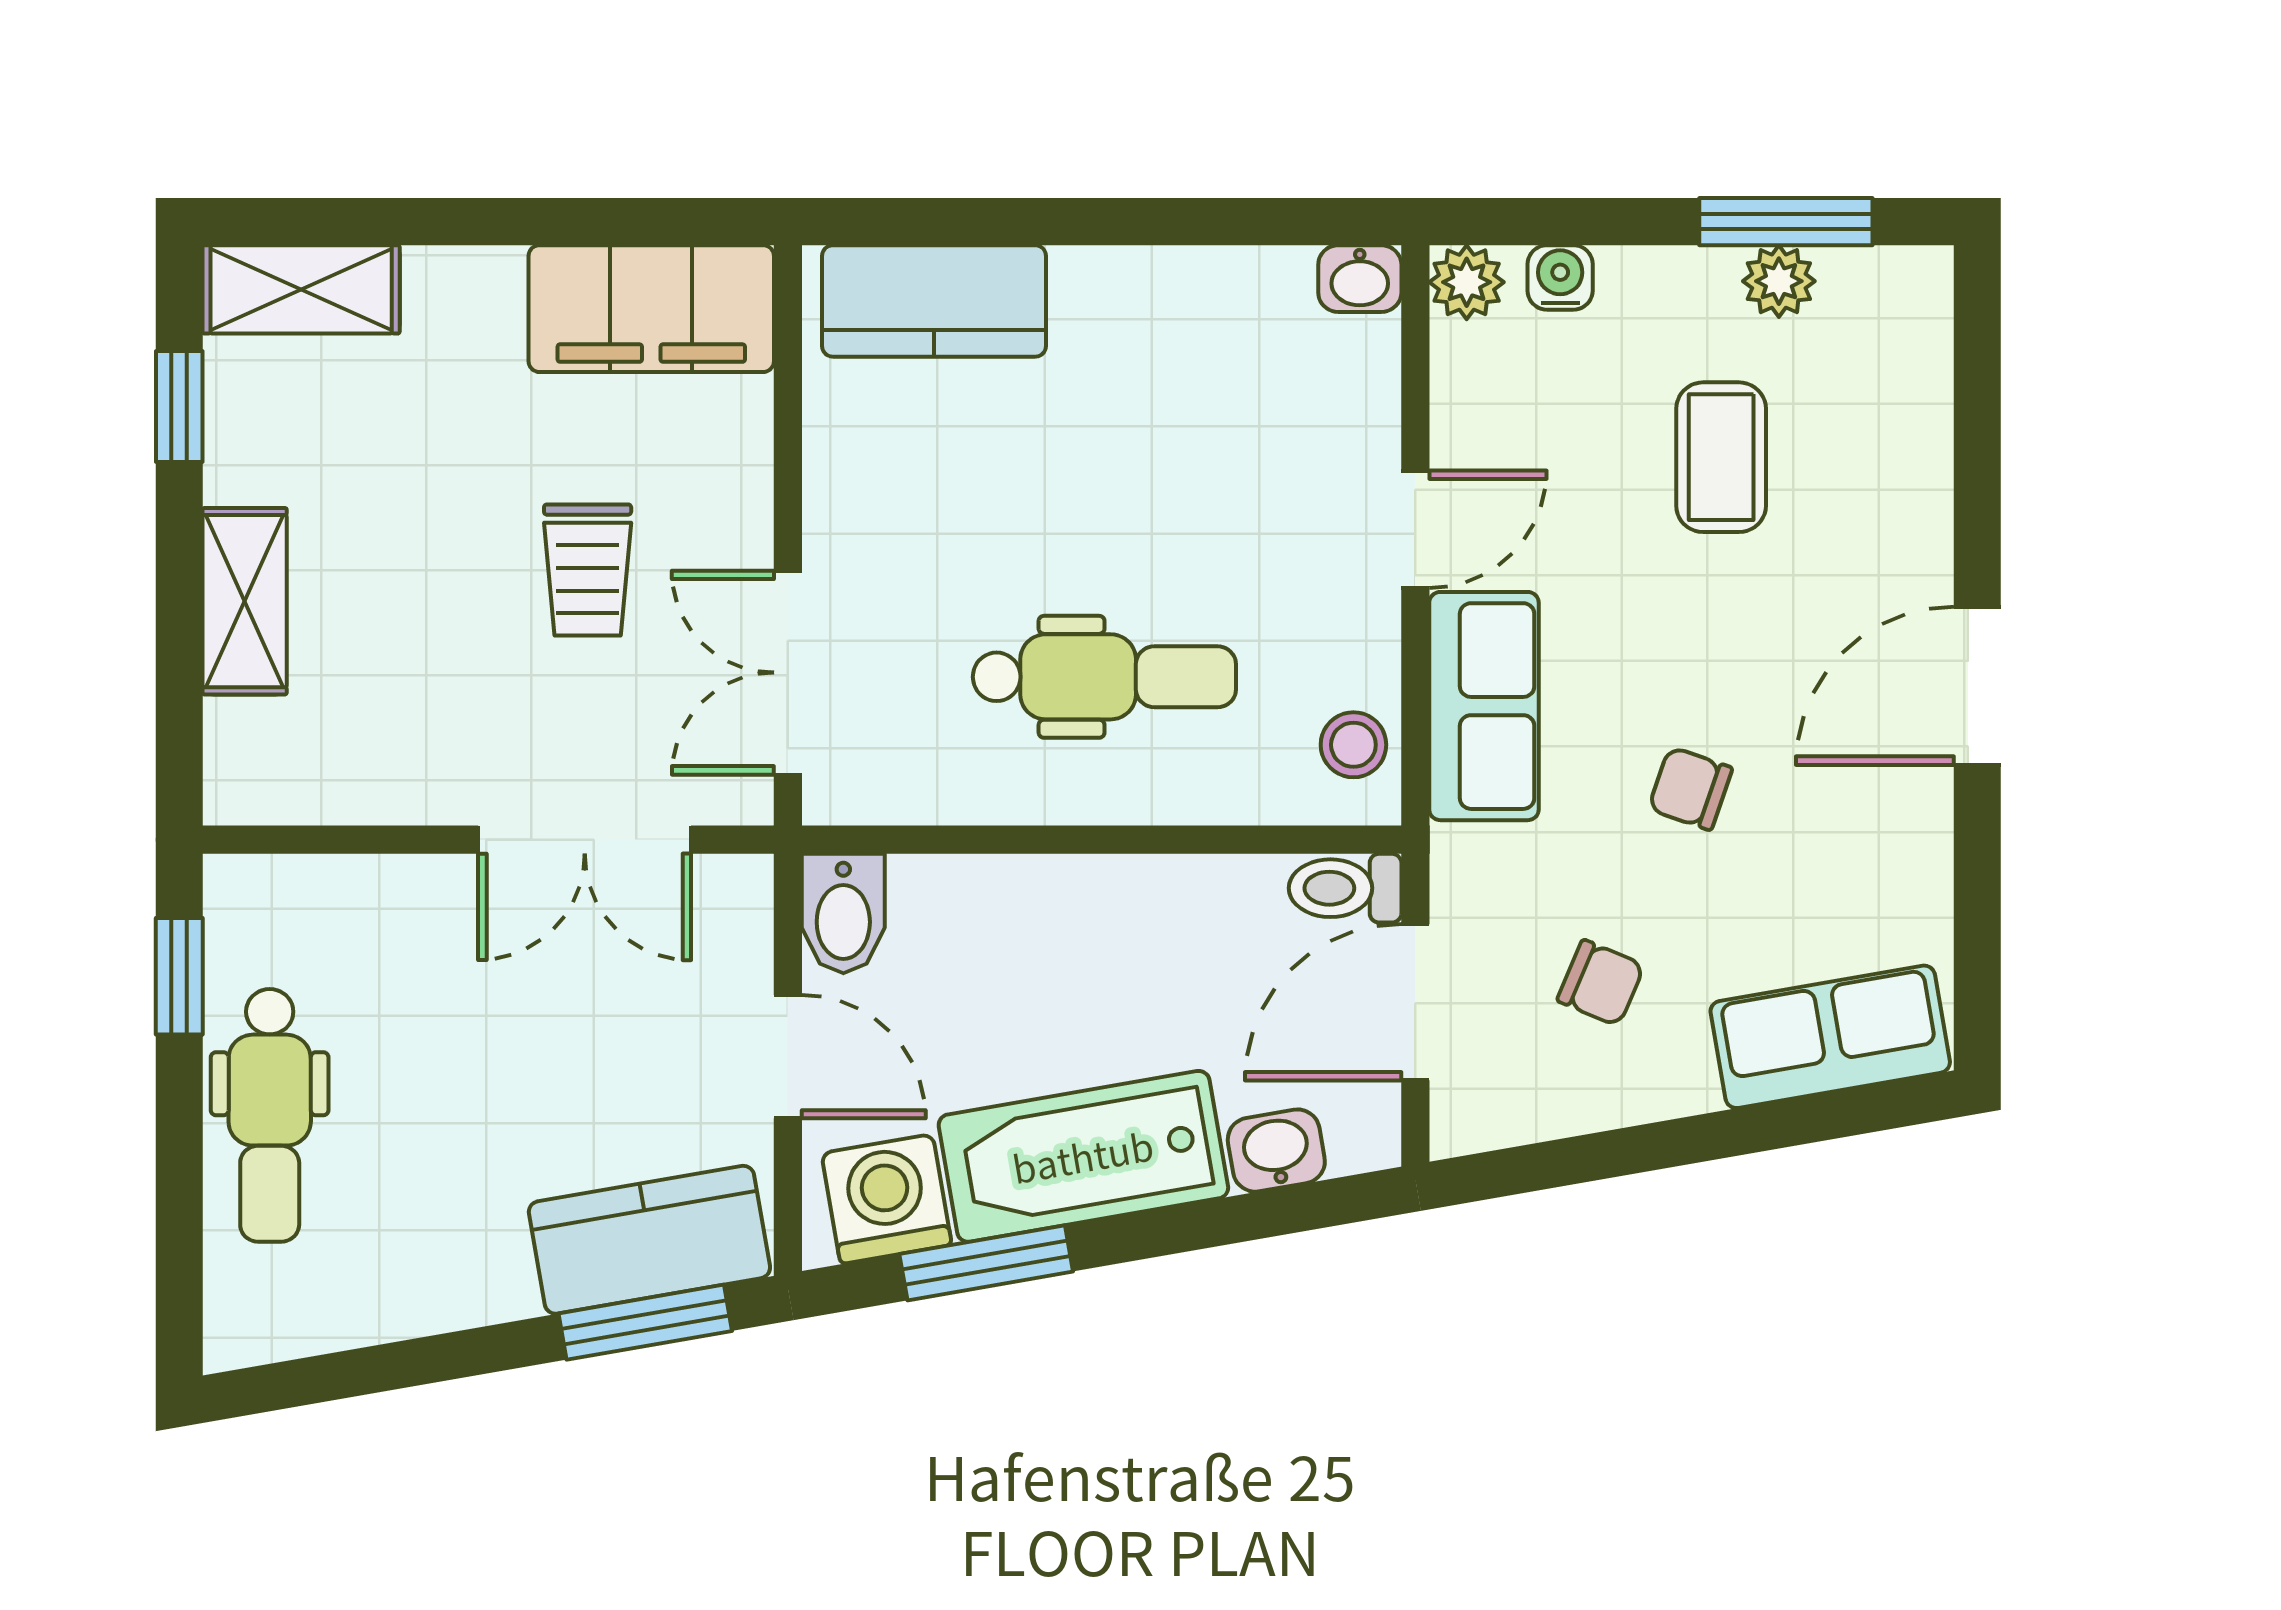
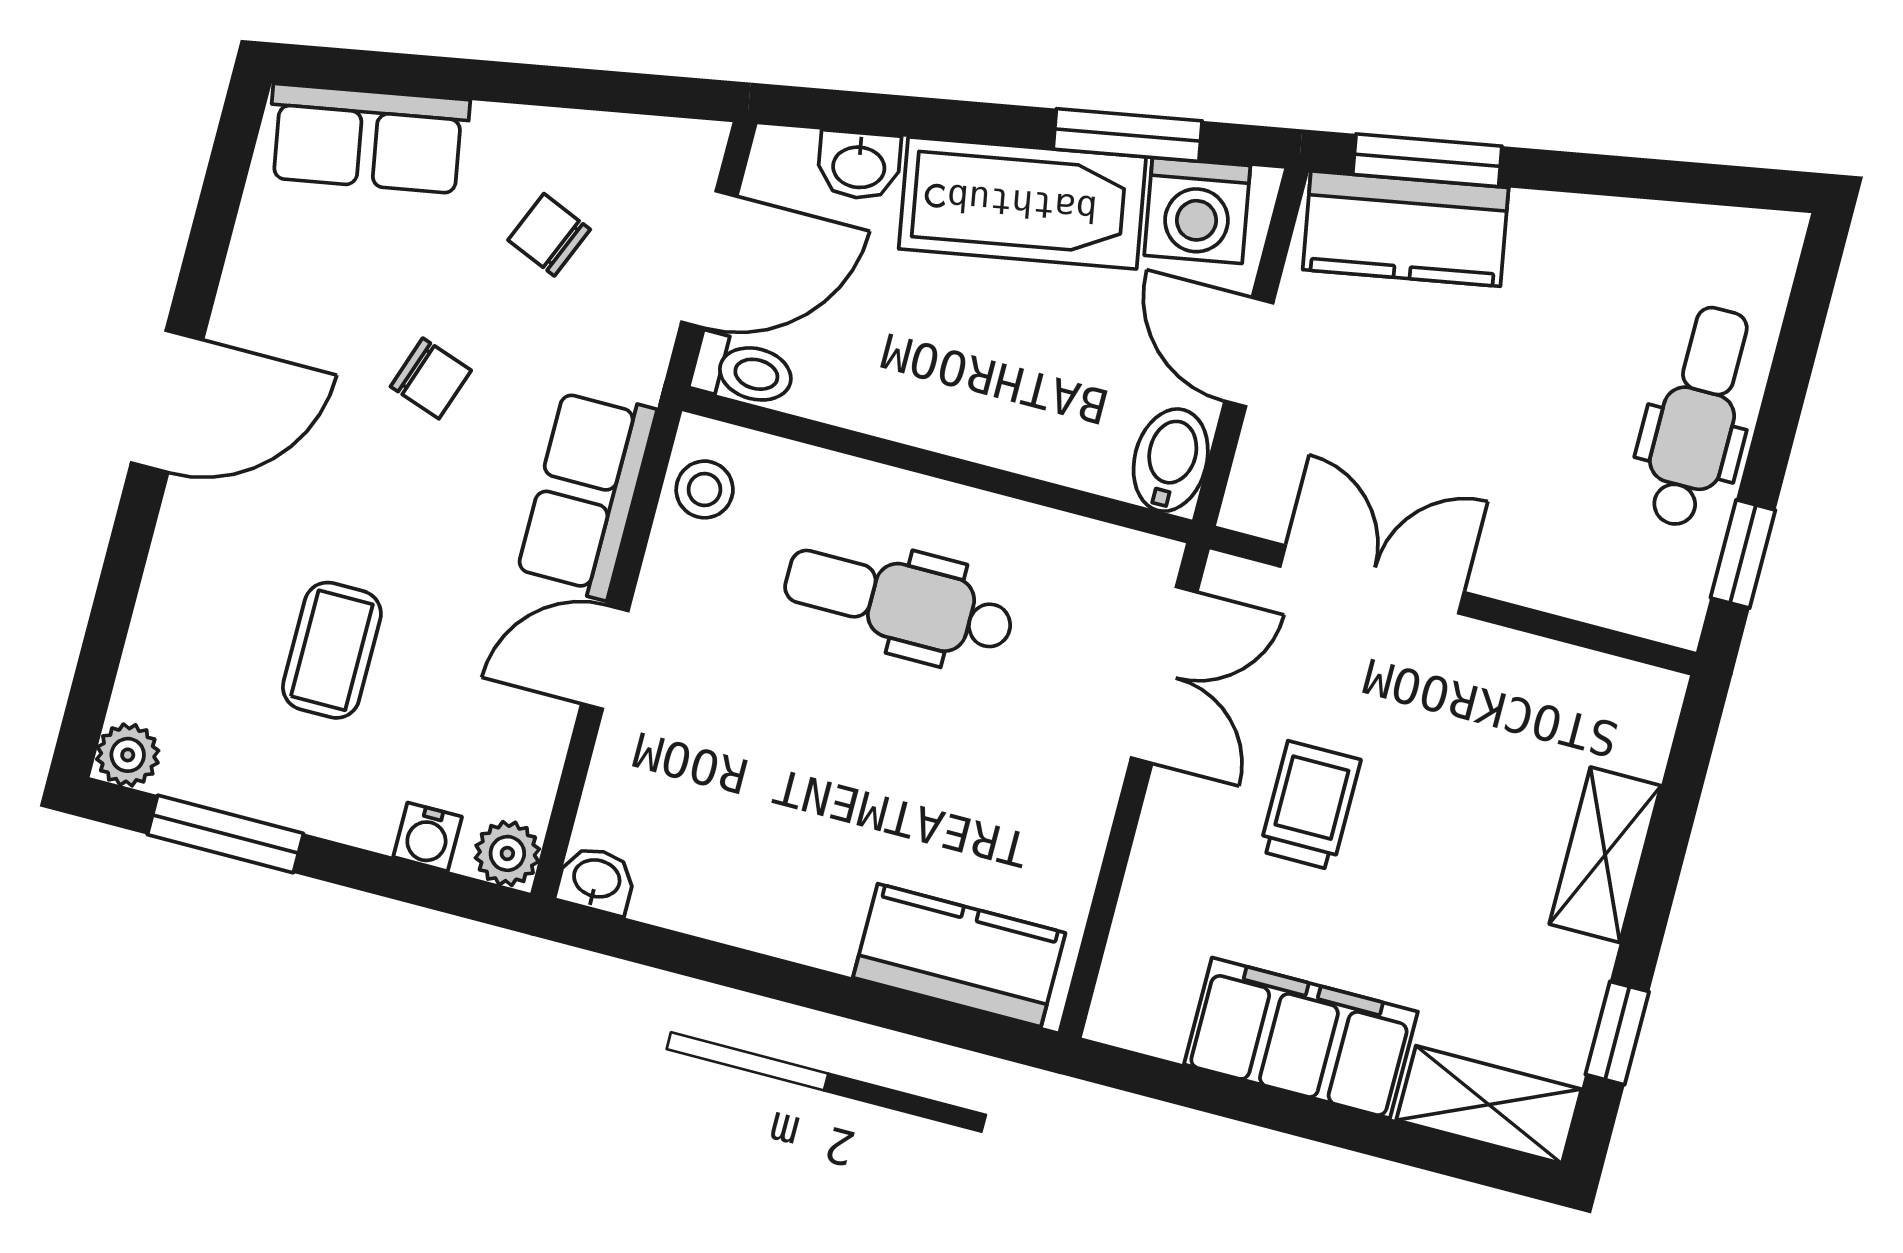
plant: (1779, 281) -> (128, 755), moved
filing cabinet: (651, 309) -> (1301, 1038), moved

